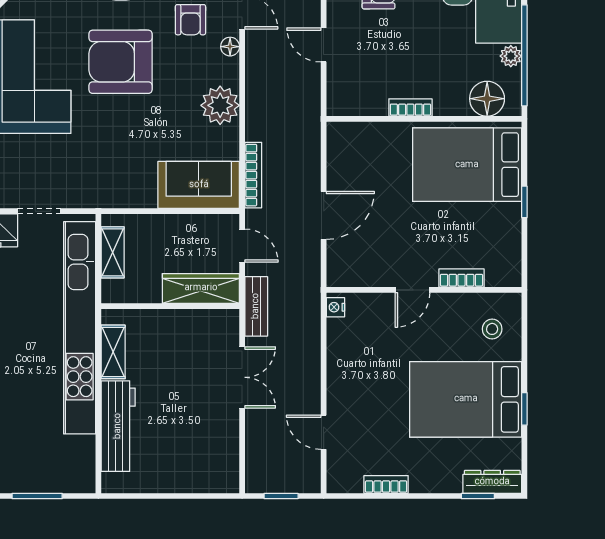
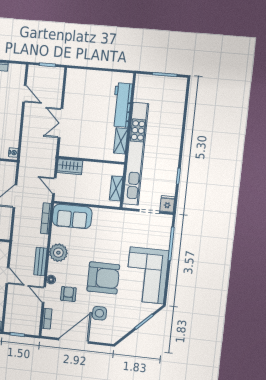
wardrobe: (201, 288) -> (70, 167), width x0.67
bench: (256, 306) -> (40, 262), moved

